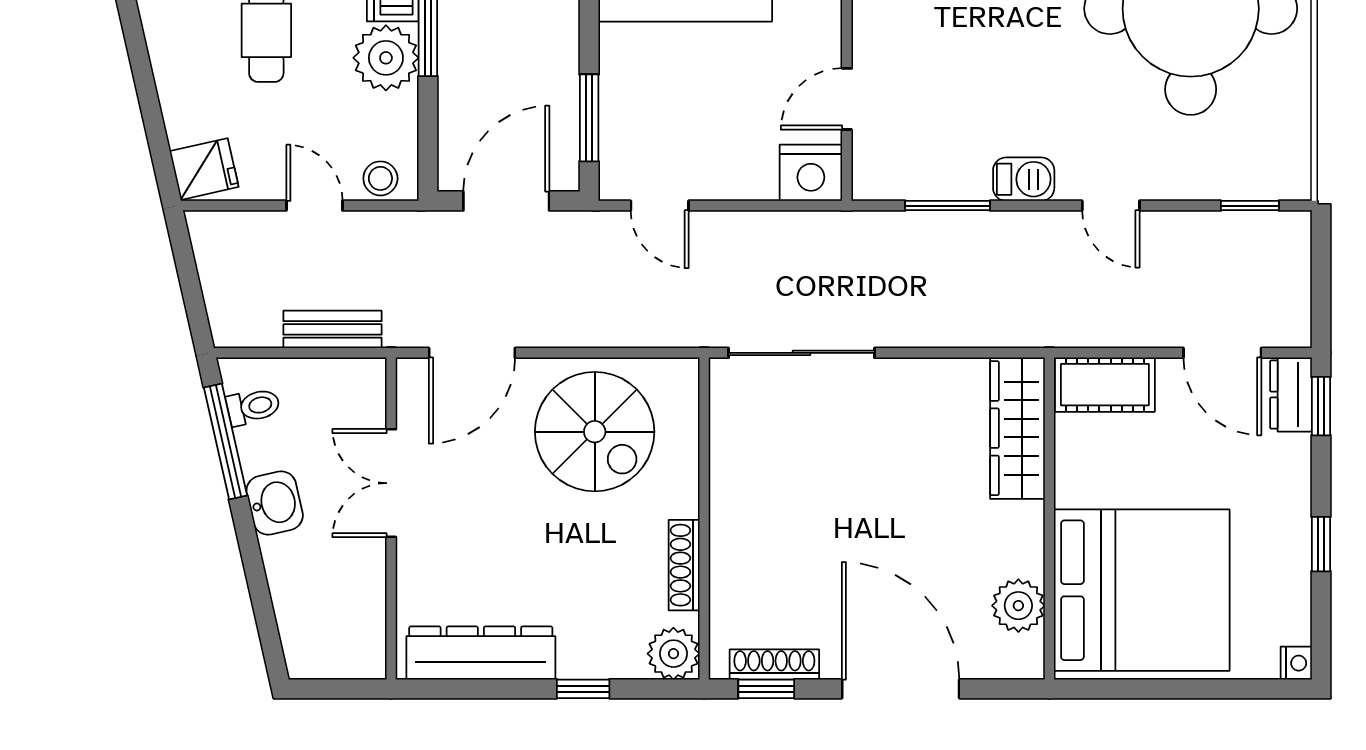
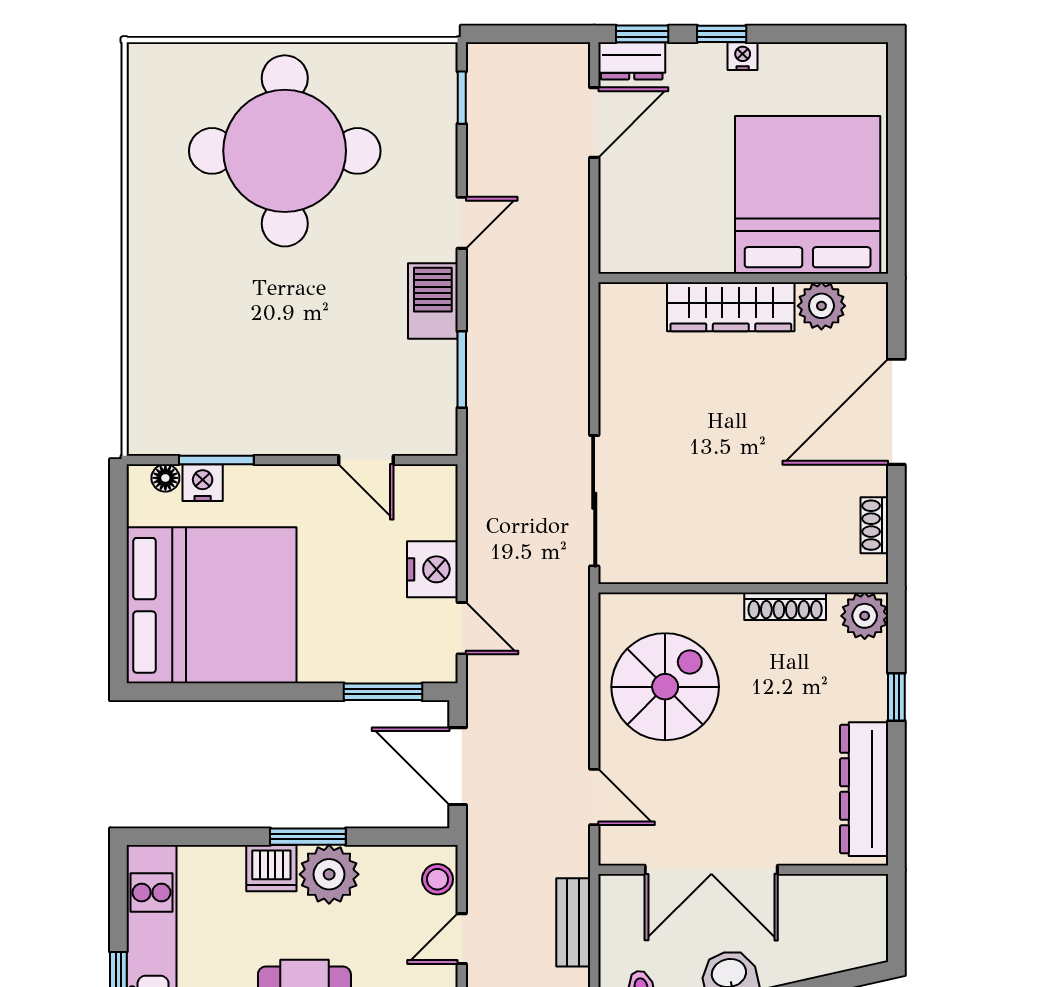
nightstand: (811, 173) -> (432, 569), moved
barbecue: (1024, 179) -> (433, 301), width x1.38, depth x1.27
door: (660, 206) -> (462, 628), hinge flipped
door: (472, 353) -> (594, 797), width x0.73
cot: (1105, 385) -> (623, 228), removed
wardrobe: (1017, 428) -> (731, 307), moved
double door: (391, 483) -> (711, 870), width x1.37
window: (1321, 544) -> (722, 34), moved
nightstand: (1296, 663) -> (743, 56), moved
shoe rack: (774, 664) -> (874, 525), width x0.70
window: (766, 689) -> (896, 532), removed

